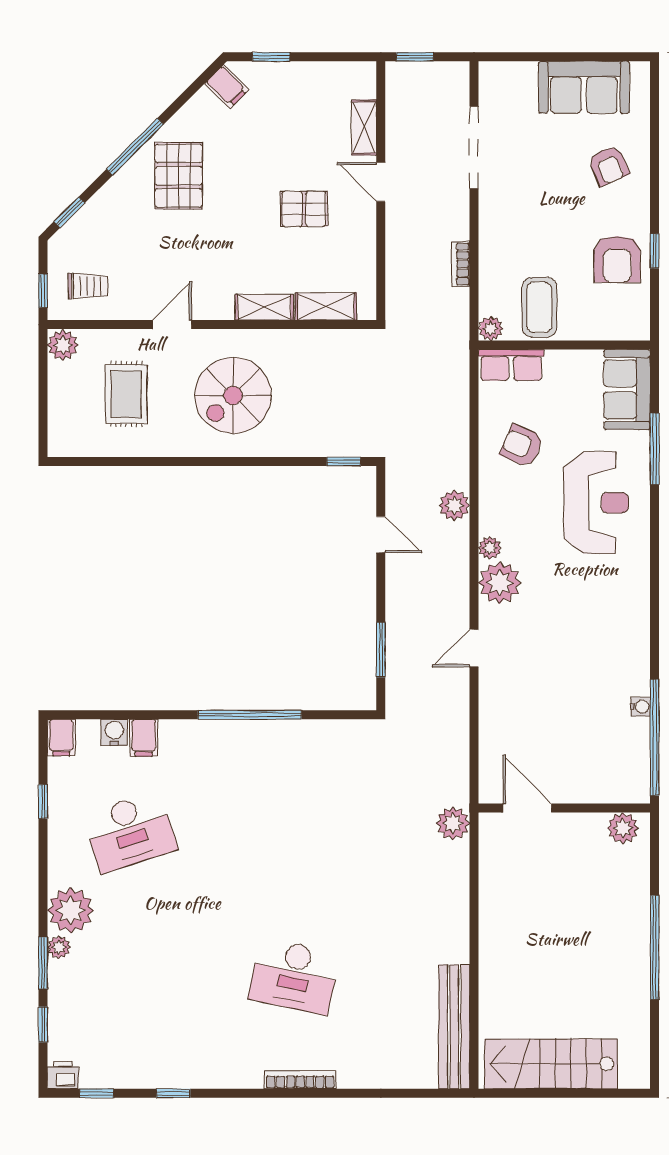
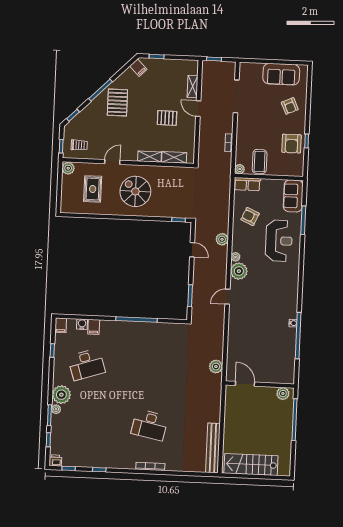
spiral stairs: (233, 395) -> (135, 191), turned 90
door: (527, 808) -> (245, 384), moved
wall: (564, 808) -> (260, 384), moved
plant: (623, 828) -> (283, 394), moved

